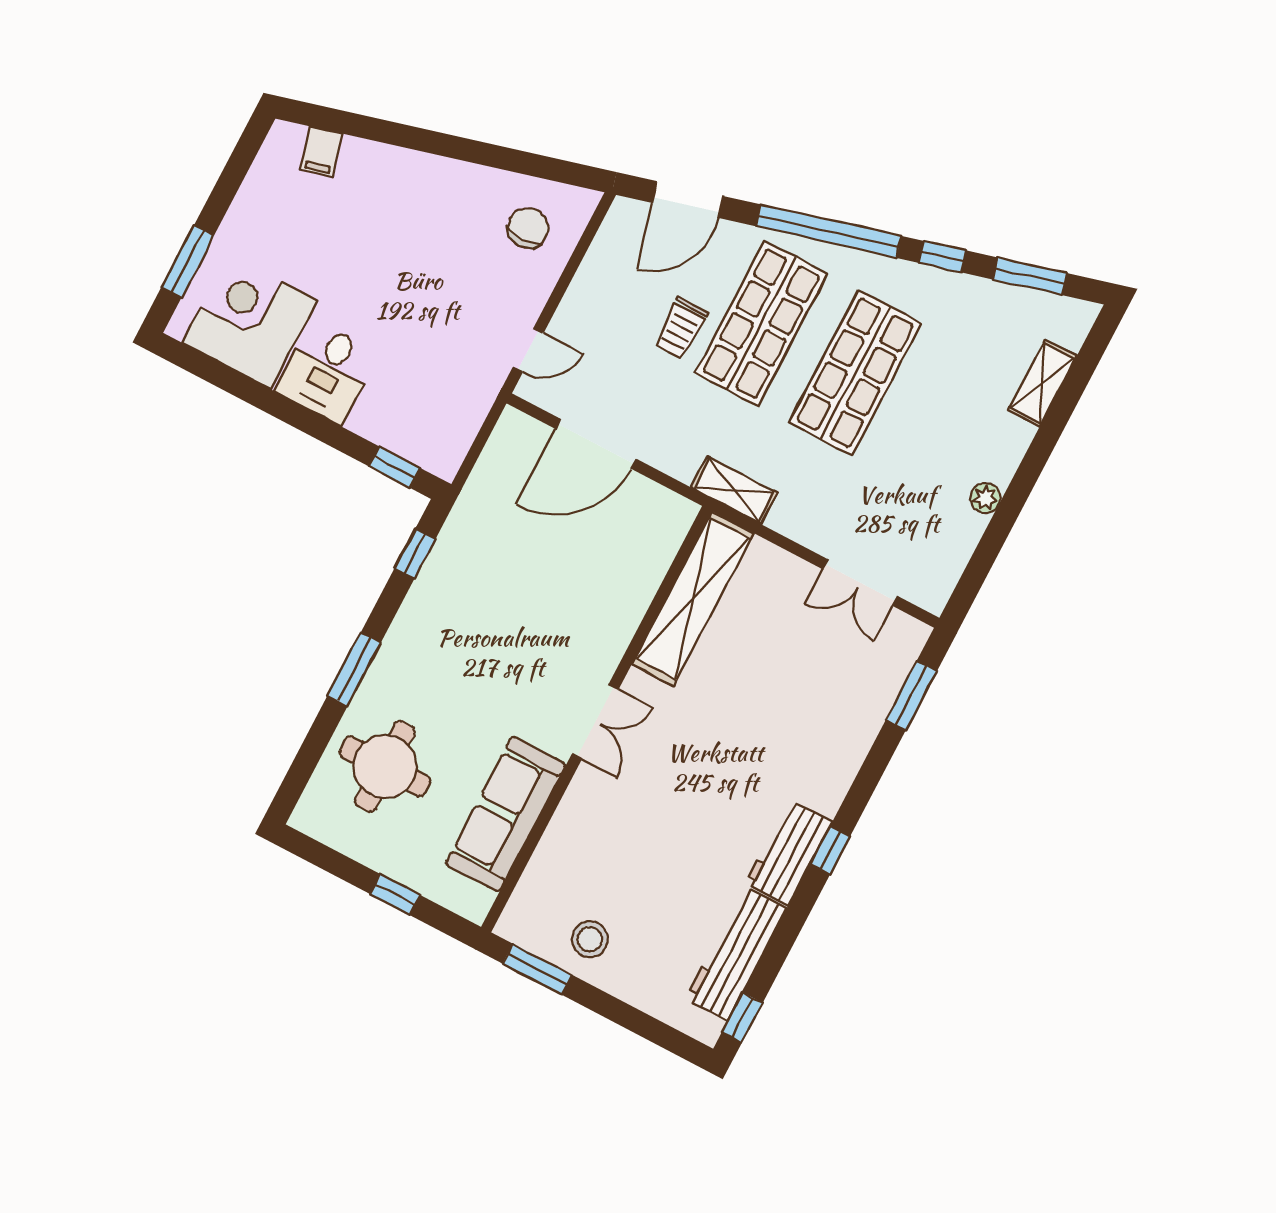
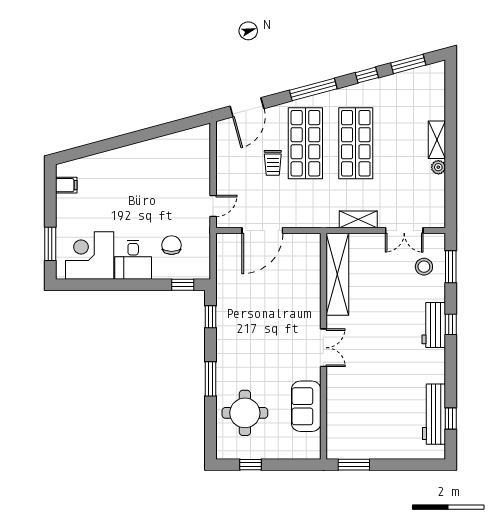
filing cabinet: (321, 152) -> (66, 185), moved, turned -75
chair: (528, 228) -> (172, 245), moved
window: (829, 231) -> (313, 89), width x0.68
shelving: (1042, 383) -> (437, 140), moved
shelving: (734, 490) -> (358, 219), moved
sofa: (506, 814) -> (306, 406), width x0.73
window: (830, 850) -> (451, 324), moved
workbench: (788, 853) -> (434, 325), moved
window: (395, 894) -> (250, 465), moved
stool: (590, 939) -> (424, 267), moved
window: (742, 1018) -> (451, 418), moved

